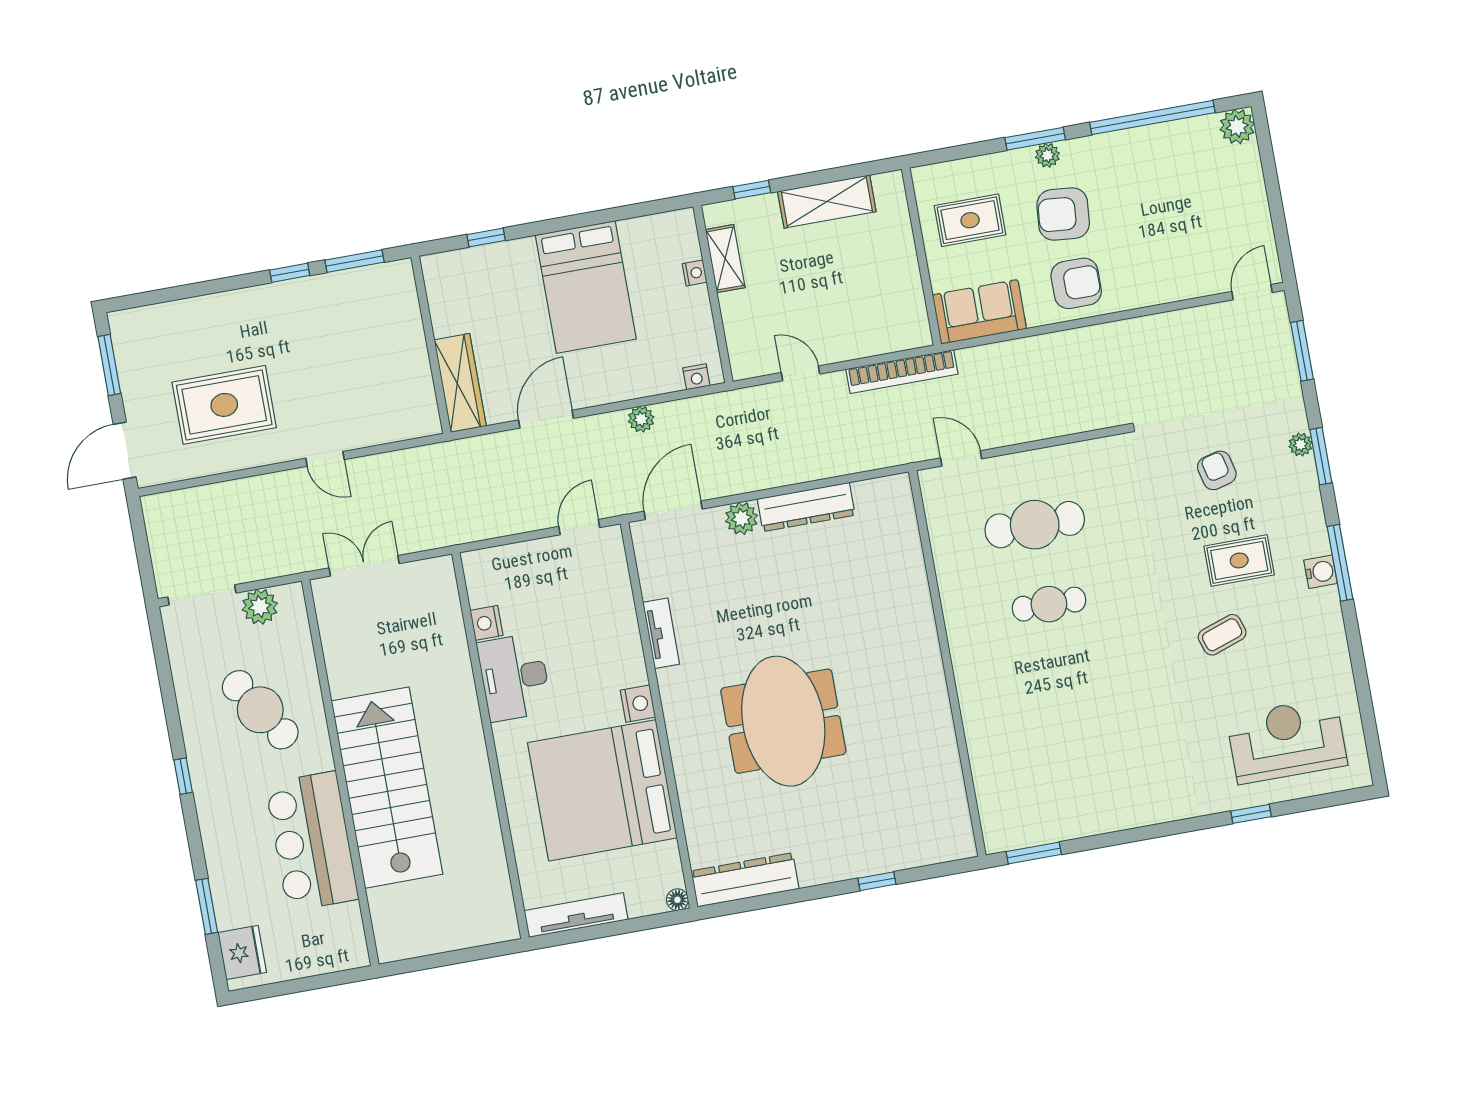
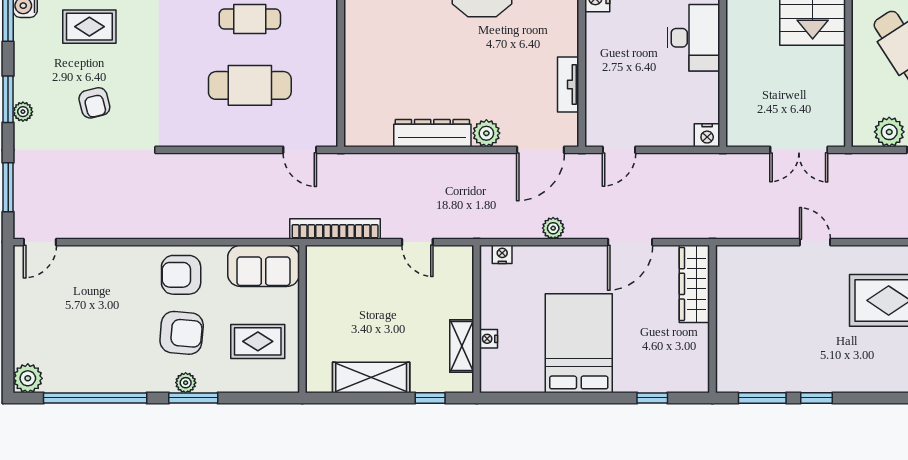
nightstand: (486, 623) -> (707, 135), moved, turned 90
tv unit: (661, 633) -> (568, 85), moved

